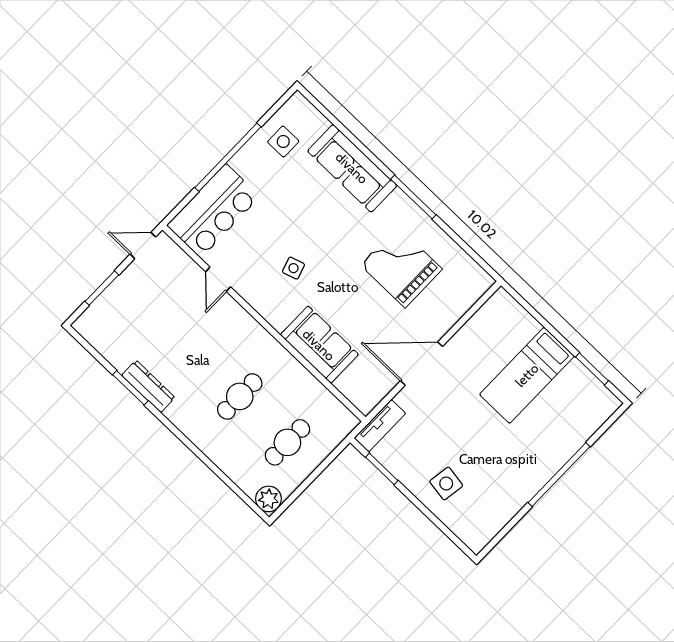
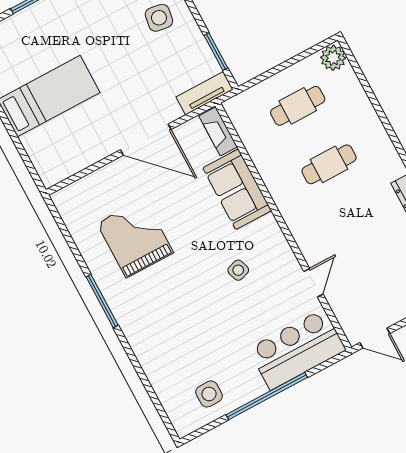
sofa: (352, 168) -> (152, 347), removed
grand piano: (401, 267) -> (135, 238), turned 180
fireplace: (355, 394) -> (218, 131), added

